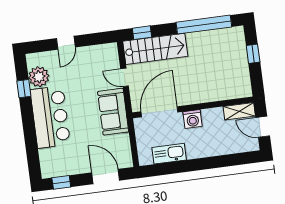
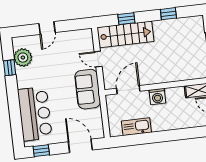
window: (204, 25) -> (168, 14), width x0.32
window: (142, 33) -> (126, 19), moved
door: (159, 112) -> (128, 90), width x0.73
bar counter: (50, 117) -> (35, 114), moved

